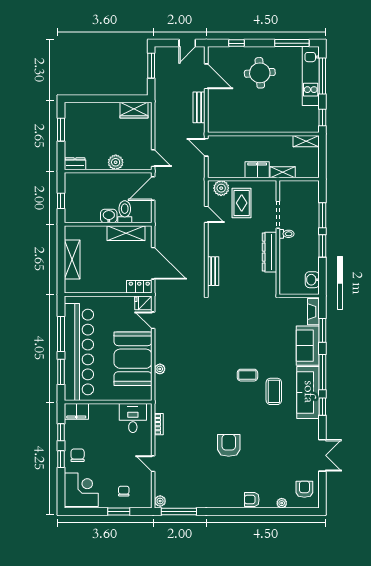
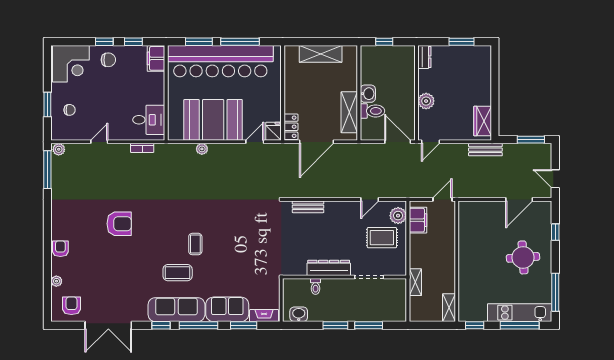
bench: (199, 107) -> (485, 150), moved
filing cabinet: (257, 170) -> (418, 220), moved
toilet: (287, 234) -> (316, 286), moved
double door: (322, 455) -> (108, 325), width x1.37
armchair: (304, 489) -> (71, 306), turned -90

